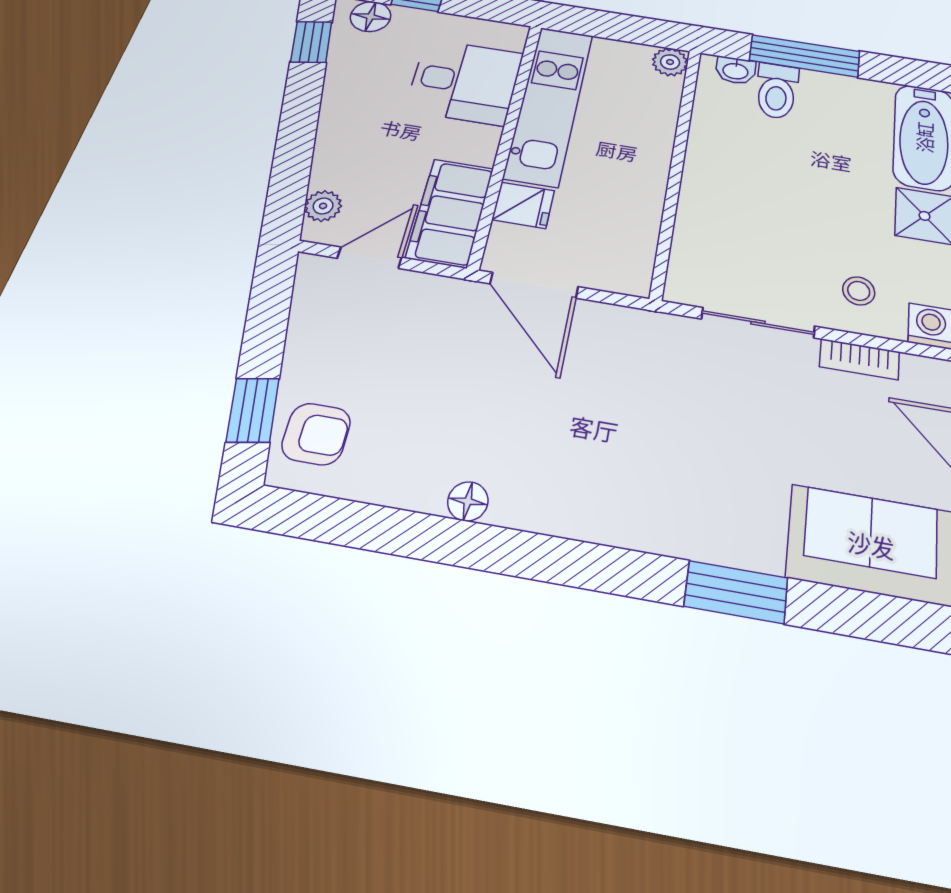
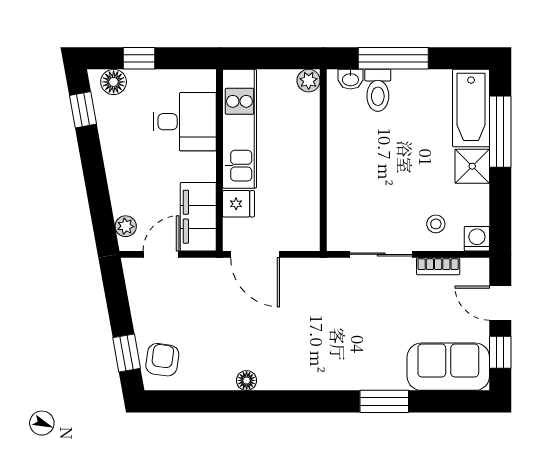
armchair: (316, 434) -> (162, 360), turned -82

